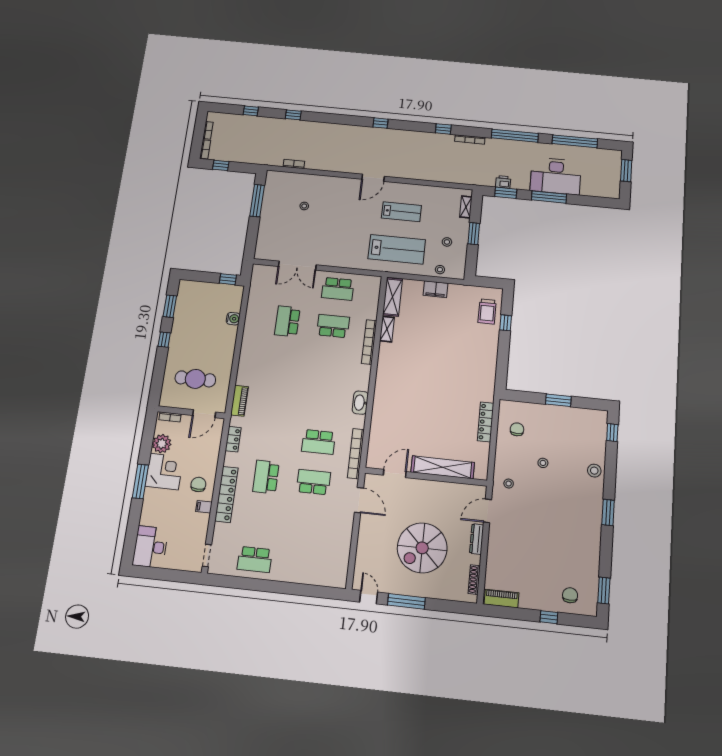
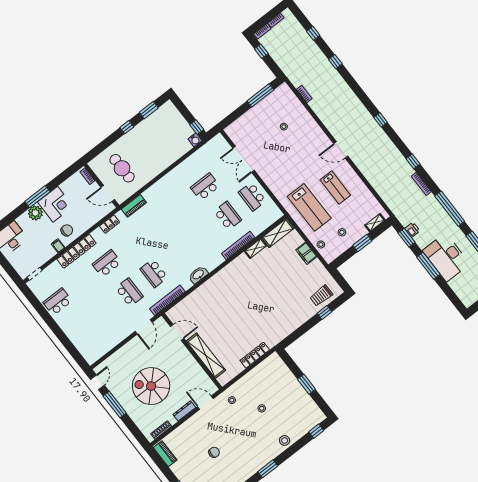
water cooler: (233, 319) -> (195, 140), moved
chair: (517, 429) -> (214, 452), moved
plant: (162, 444) -> (35, 213), moved
school desk: (255, 559) -> (58, 302), turned 90

